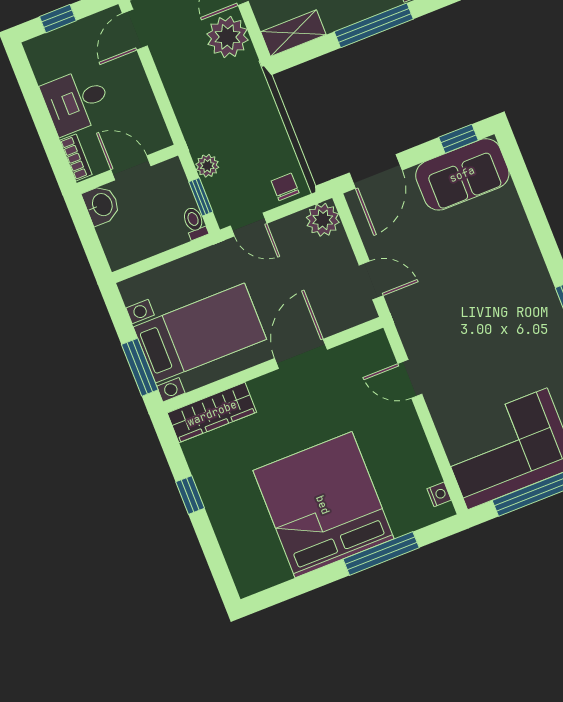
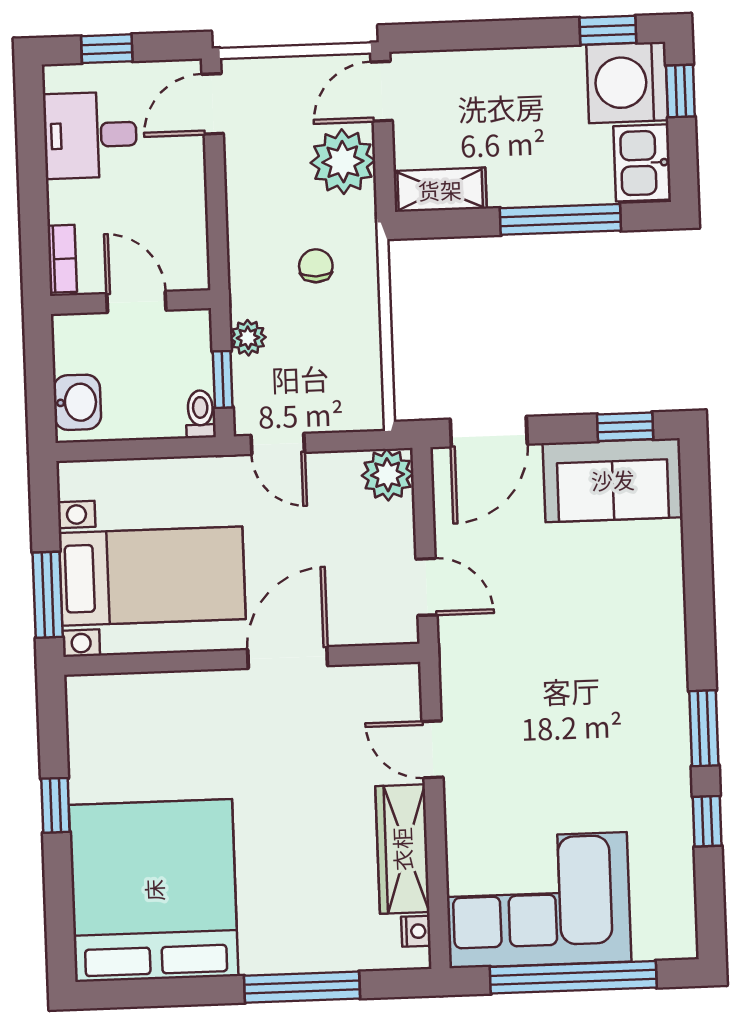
desk: (77, 101) -> (90, 135), moved
chair: (285, 187) -> (316, 266), moved
washbasin: (101, 205) -> (77, 402), moved
wardrobe: (212, 413) -> (402, 849), moved, turned 90
bed: (323, 505) -> (154, 890), moved

